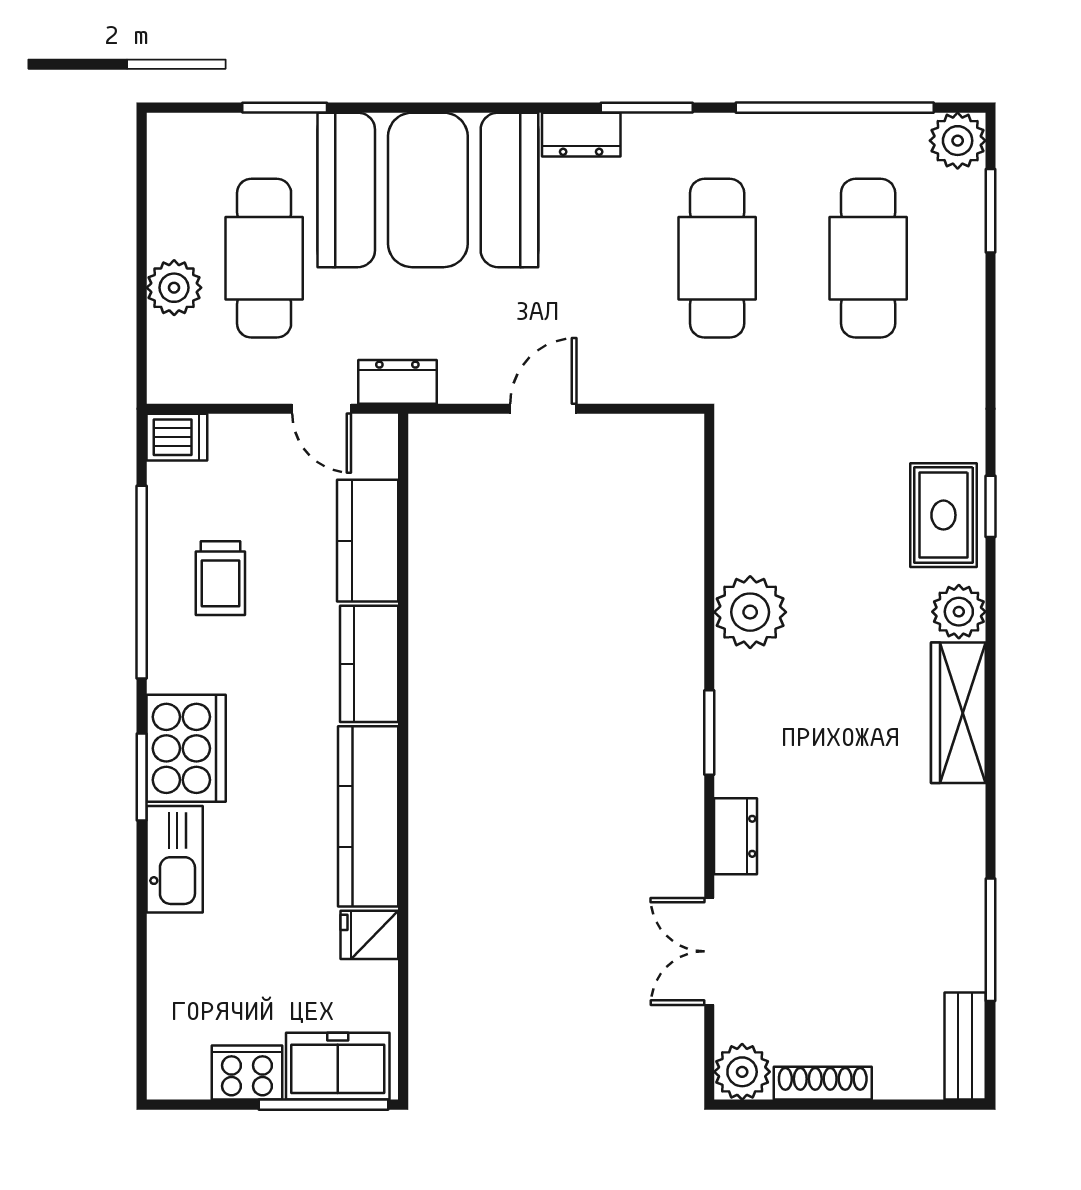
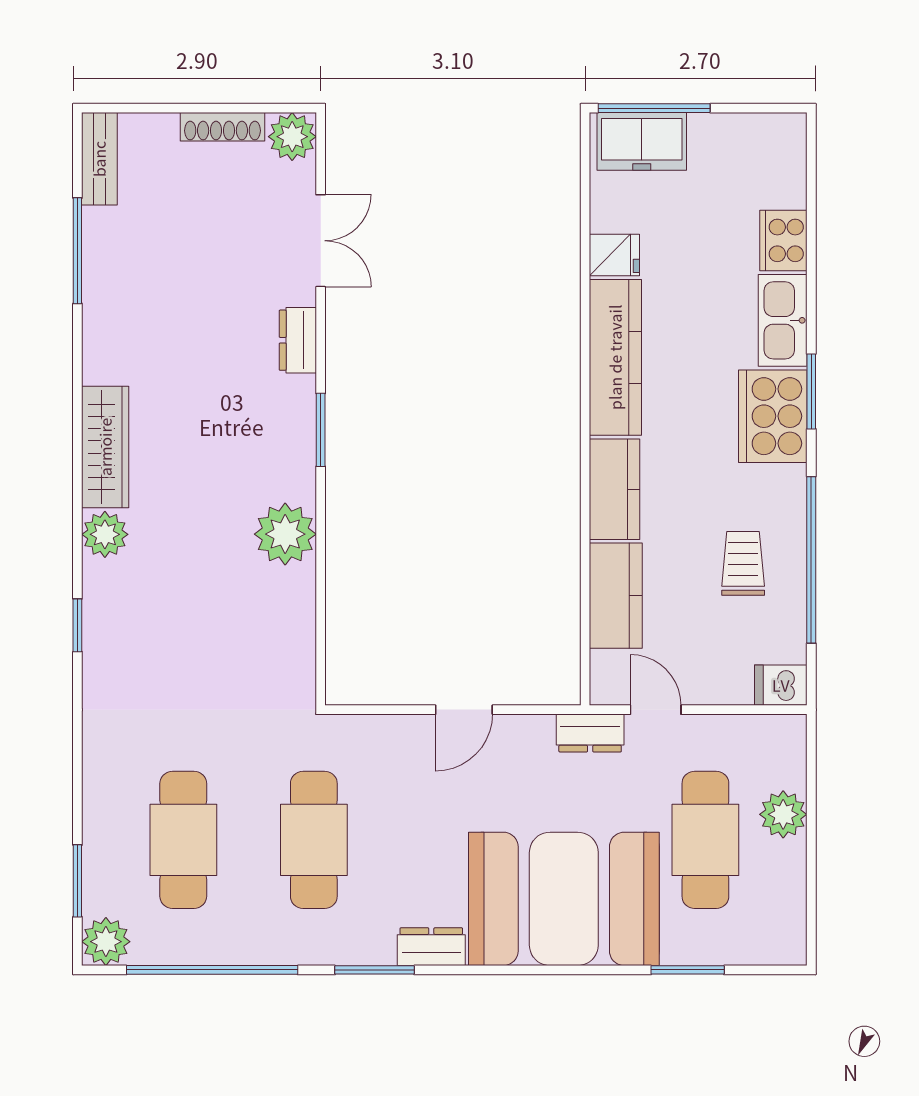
rug: (943, 515) -> (118, 618), removed
cooker: (247, 1073) -> (783, 240), moved, turned 90

